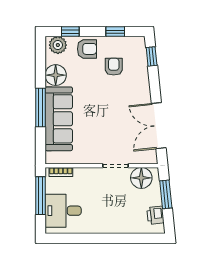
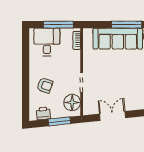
double door: (159, 126) -> (113, 116), width x0.73
armchair: (119, 213) -> (45, 85), added

